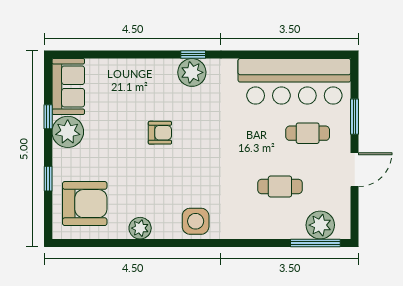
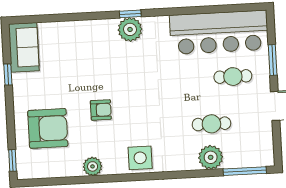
plant: (68, 132) -> (26, 87), removed
armchair: (160, 133) -> (101, 110), moved
window: (48, 179) -> (12, 160), moved
armchair: (85, 204) -> (48, 128), moved
plant: (320, 225) -> (211, 157), moved

